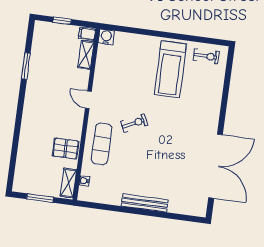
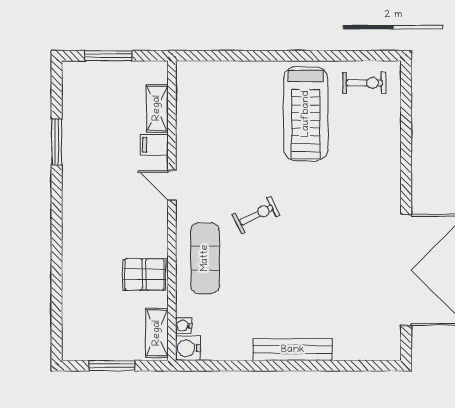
window: (62, 21) -> (109, 56), width x1.50
filing cabinet: (87, 34) -> (154, 145), moved
water cooler: (106, 37) -> (188, 348), moved, turned -90

